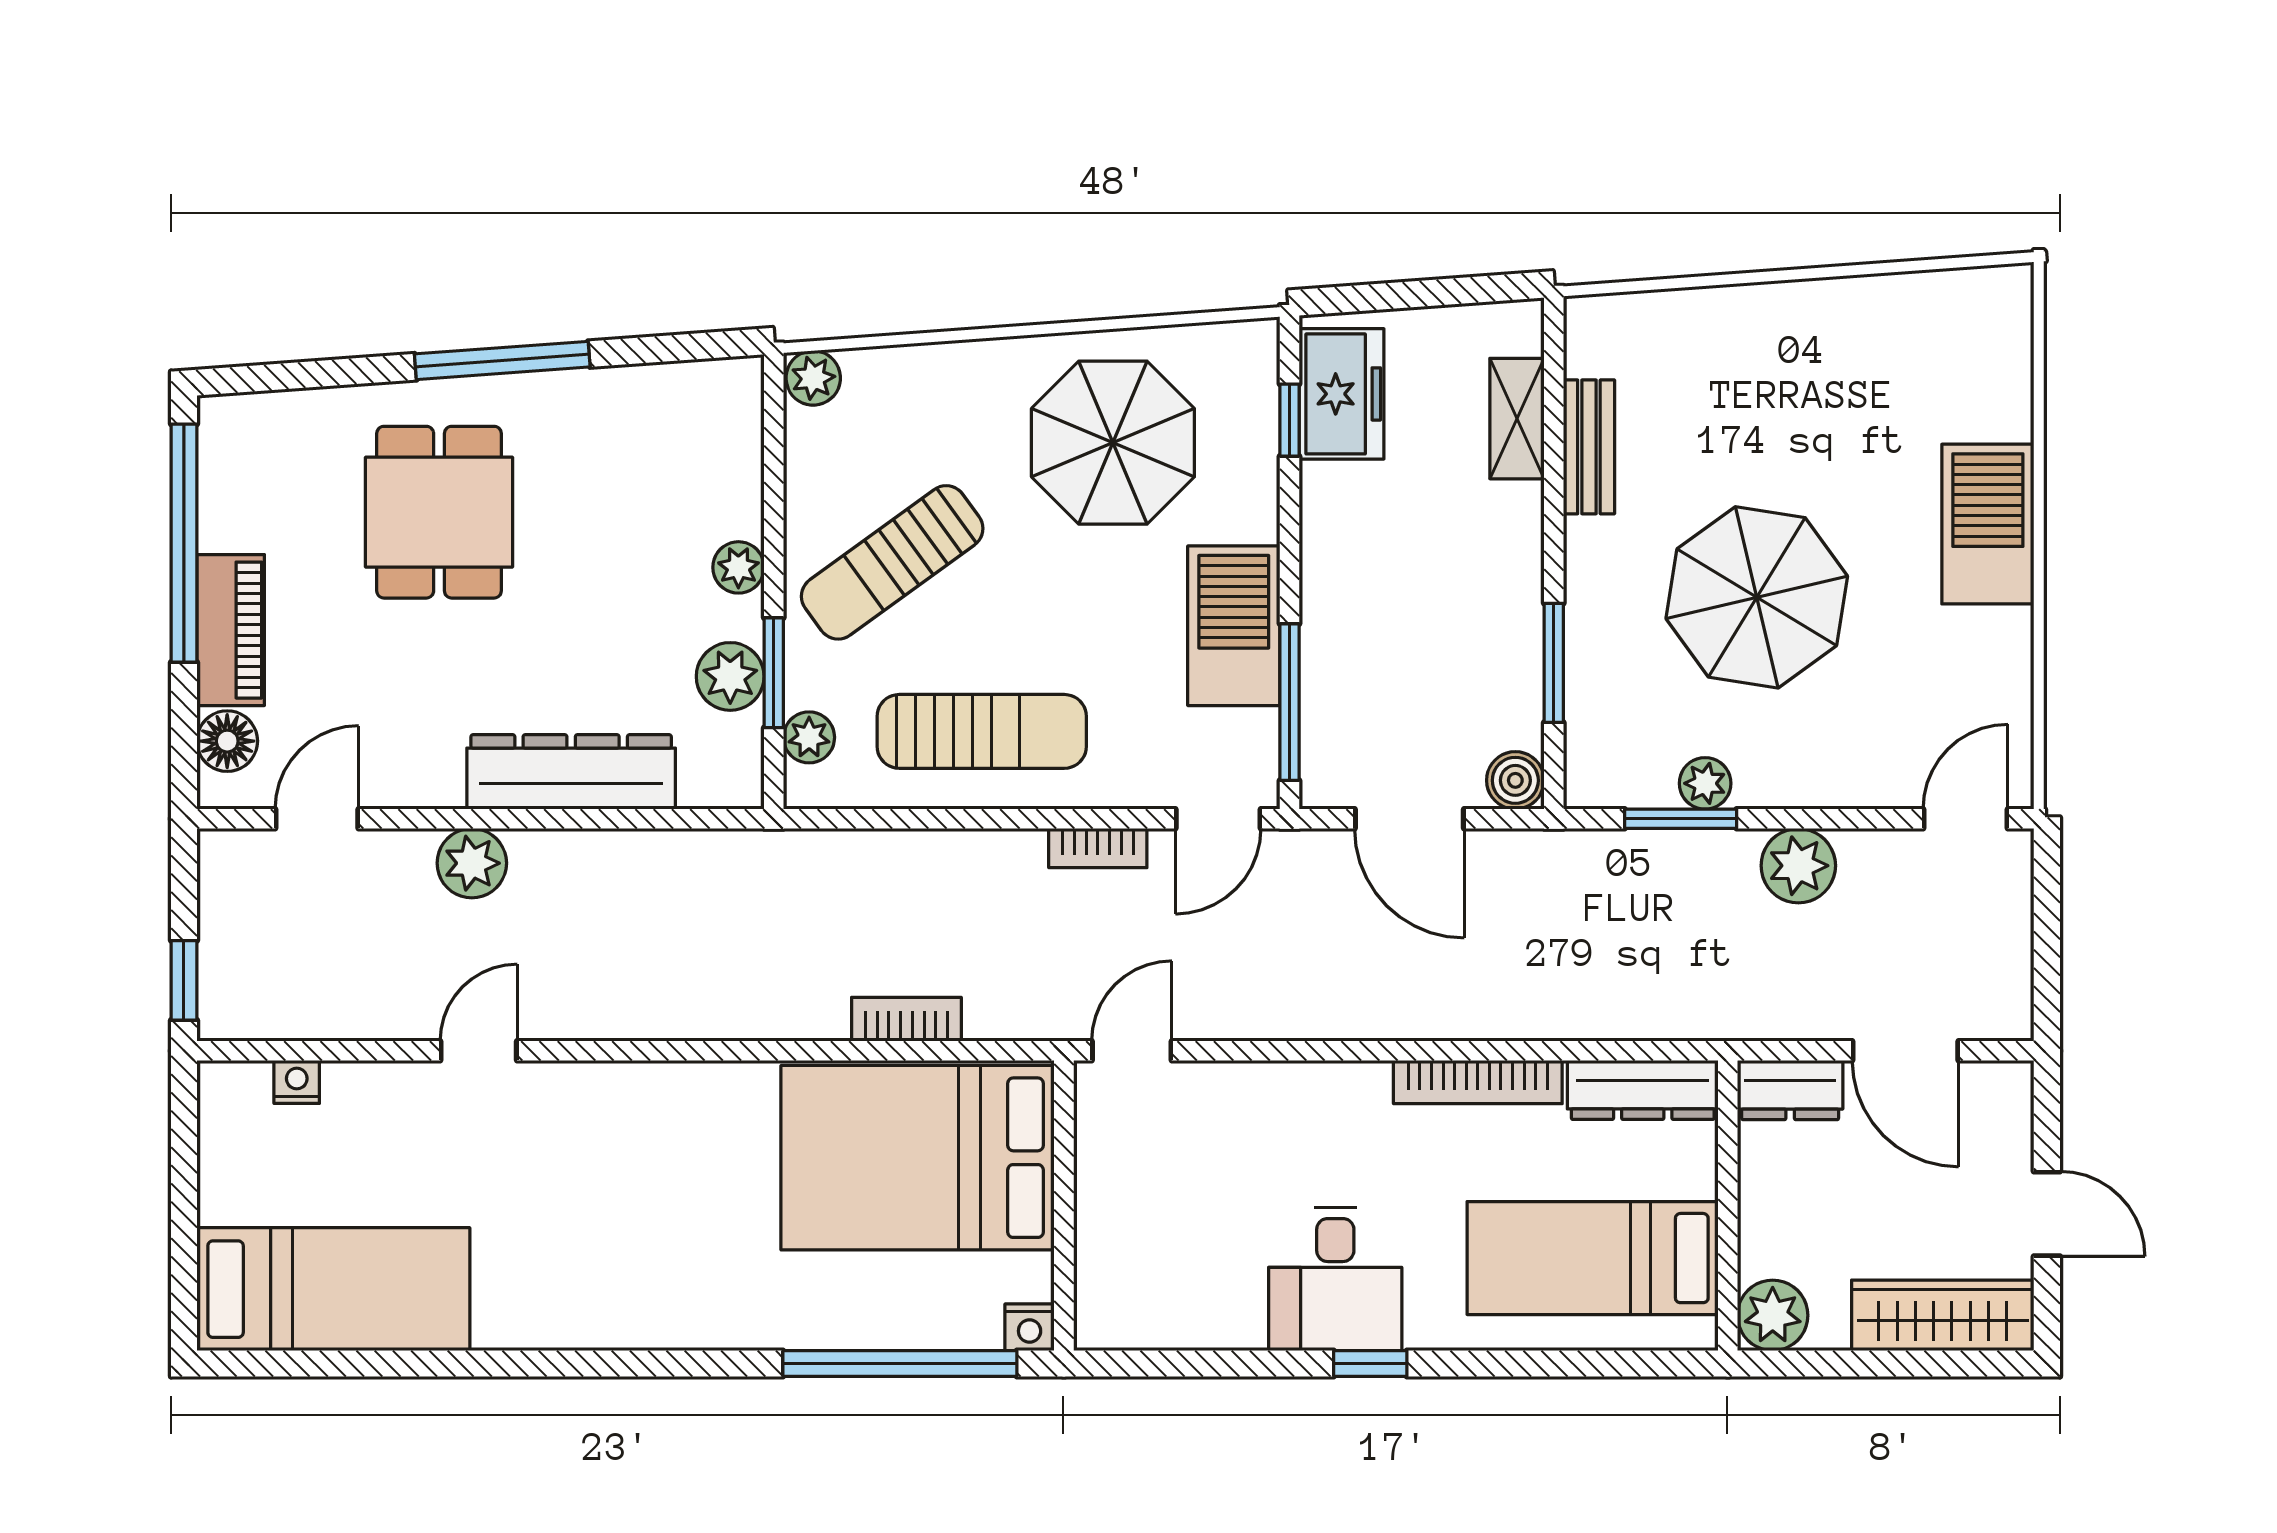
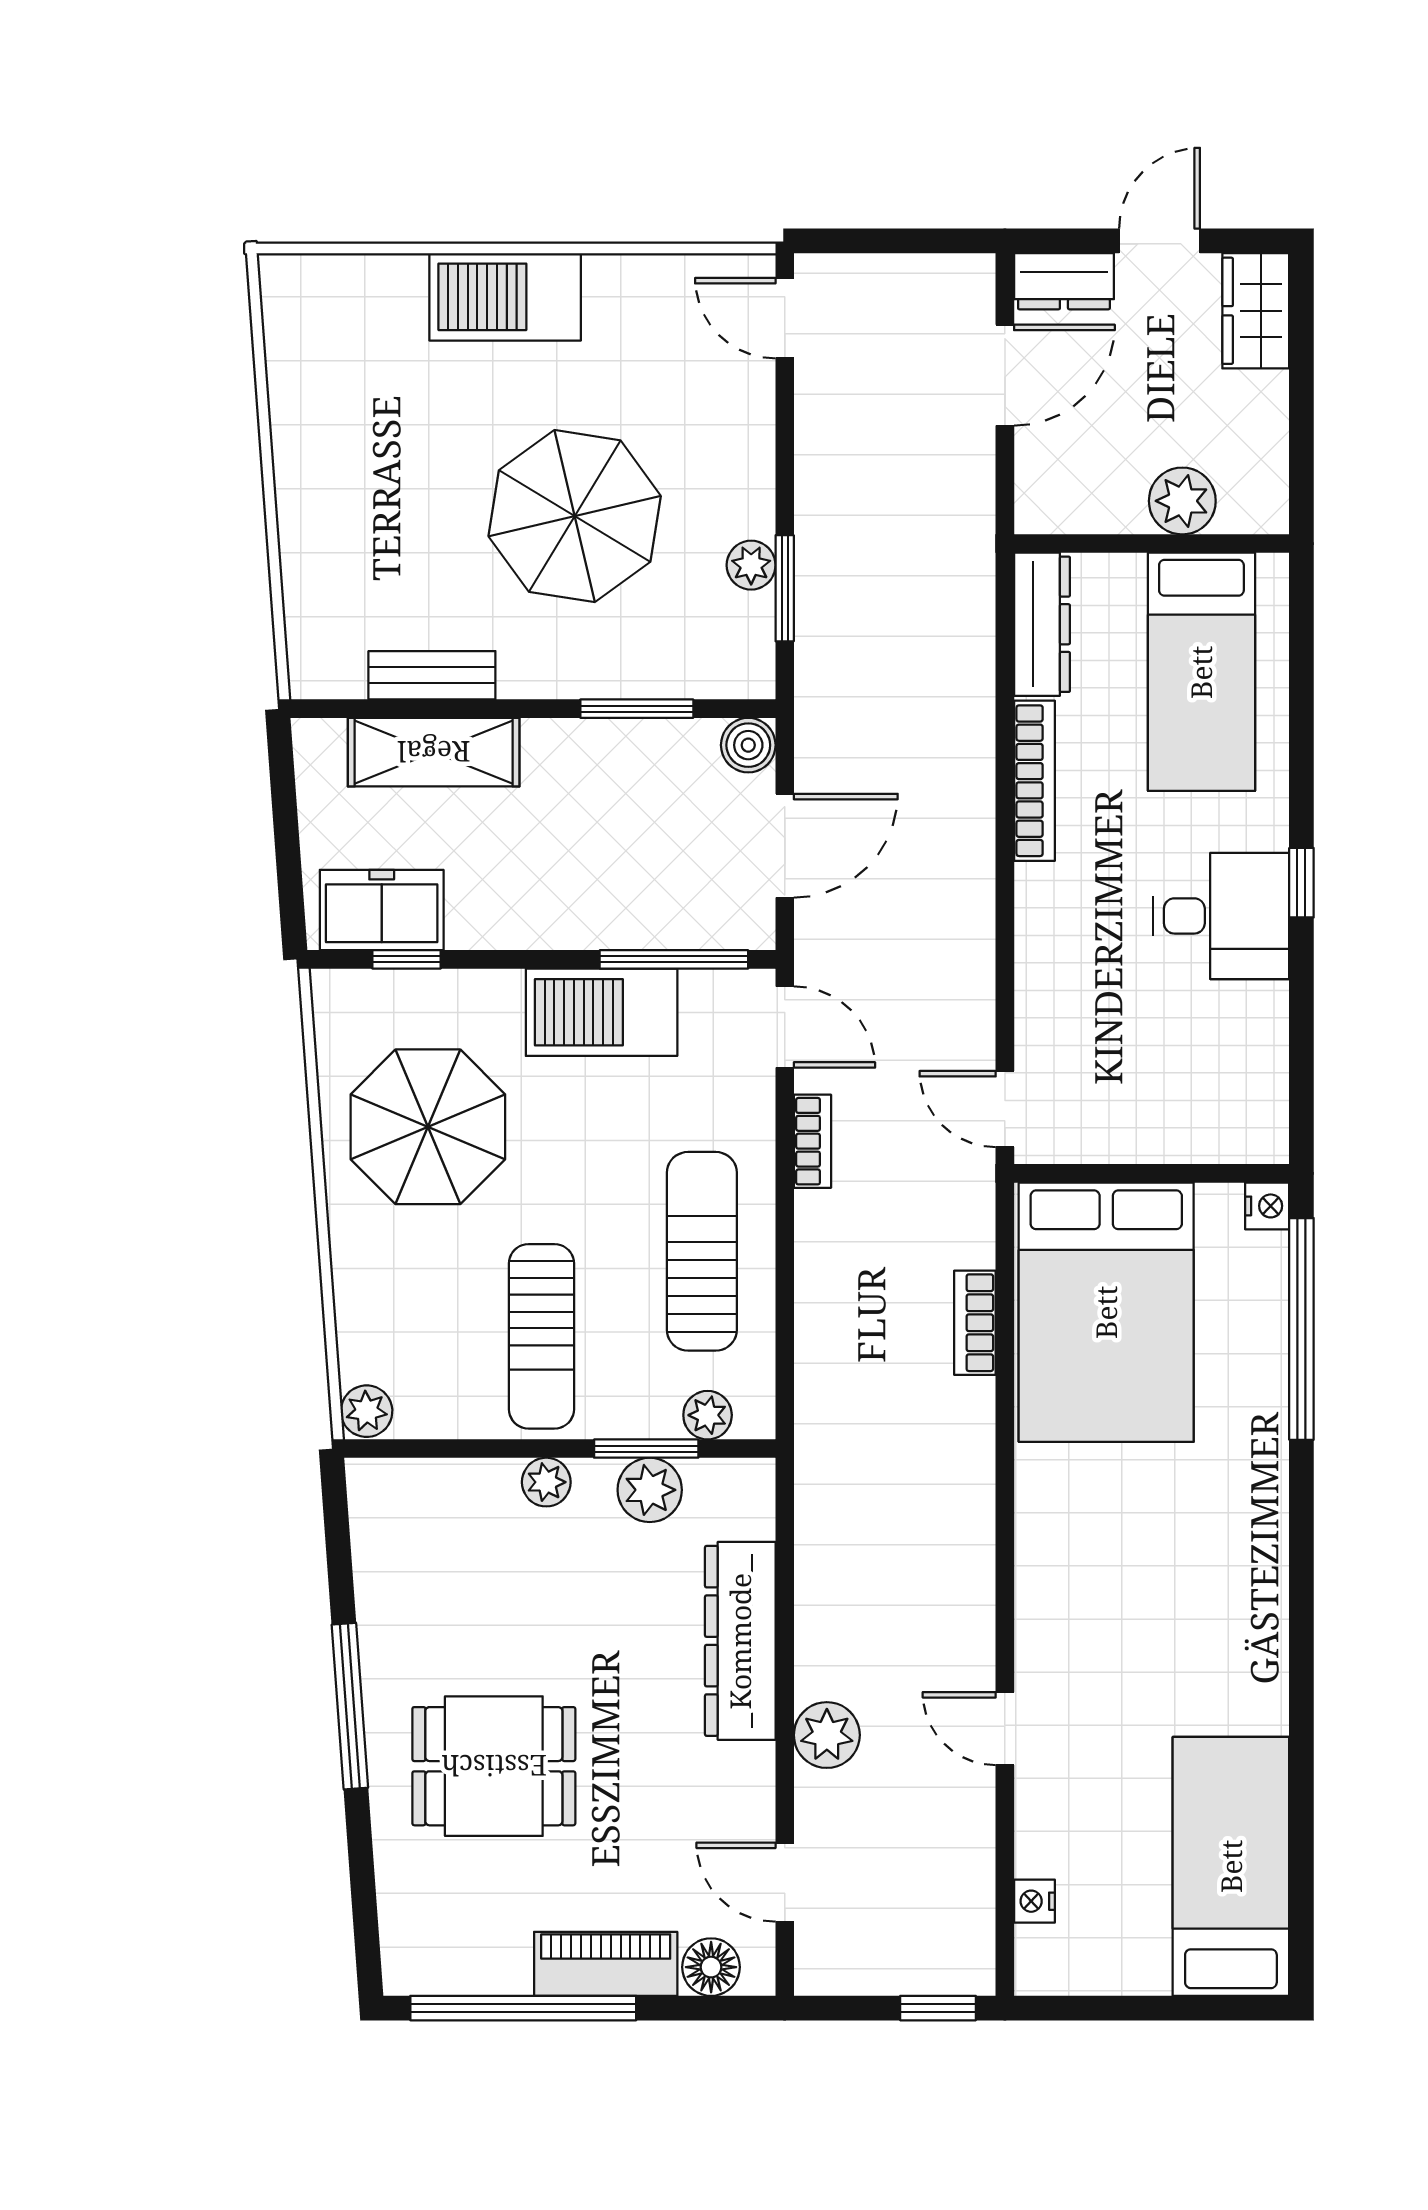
shelving: (1517, 419) -> (434, 752), width x1.50, depth x1.33
sun lounger: (892, 562) -> (541, 1336), turned 36
plant: (1798, 866) -> (829, 477), removed
dresser: (1790, 1090) -> (1064, 281), moved, turned 90
plant: (1773, 1315) -> (1182, 501), moved
wardrobe: (1943, 1315) -> (1256, 311), width x0.67

